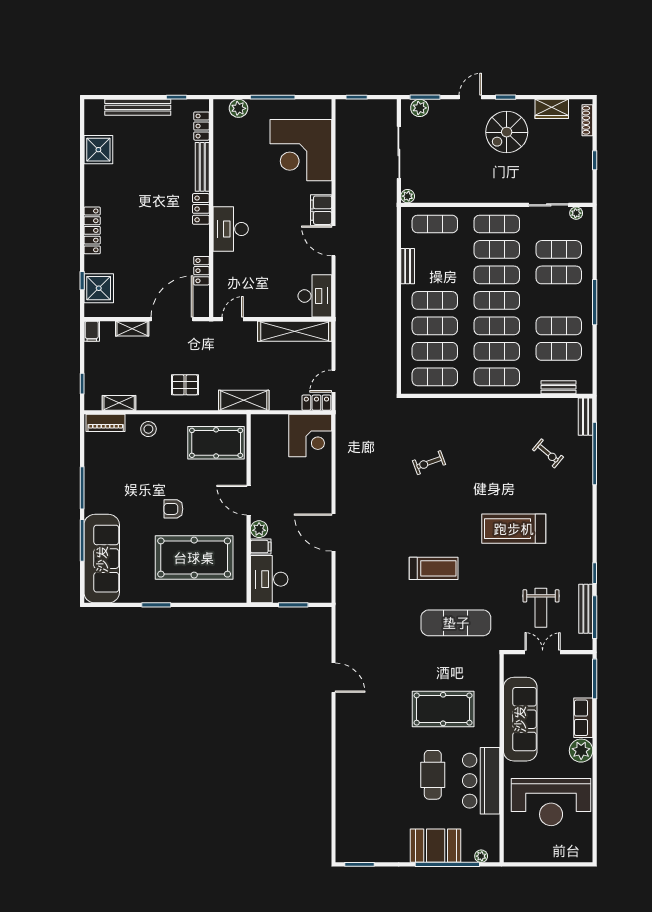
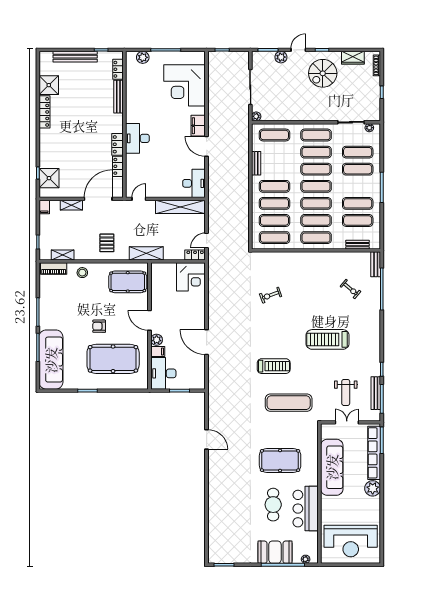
plant: (420, 108) -> (281, 57), moved
locker: (201, 209) -> (118, 144), moved
locker: (92, 230) -> (45, 112), moved
pallet: (185, 385) -> (107, 243), turned 90
row of seats: (583, 718) -> (374, 453), width x2.02
reception desk: (551, 802) -> (351, 541), moved

